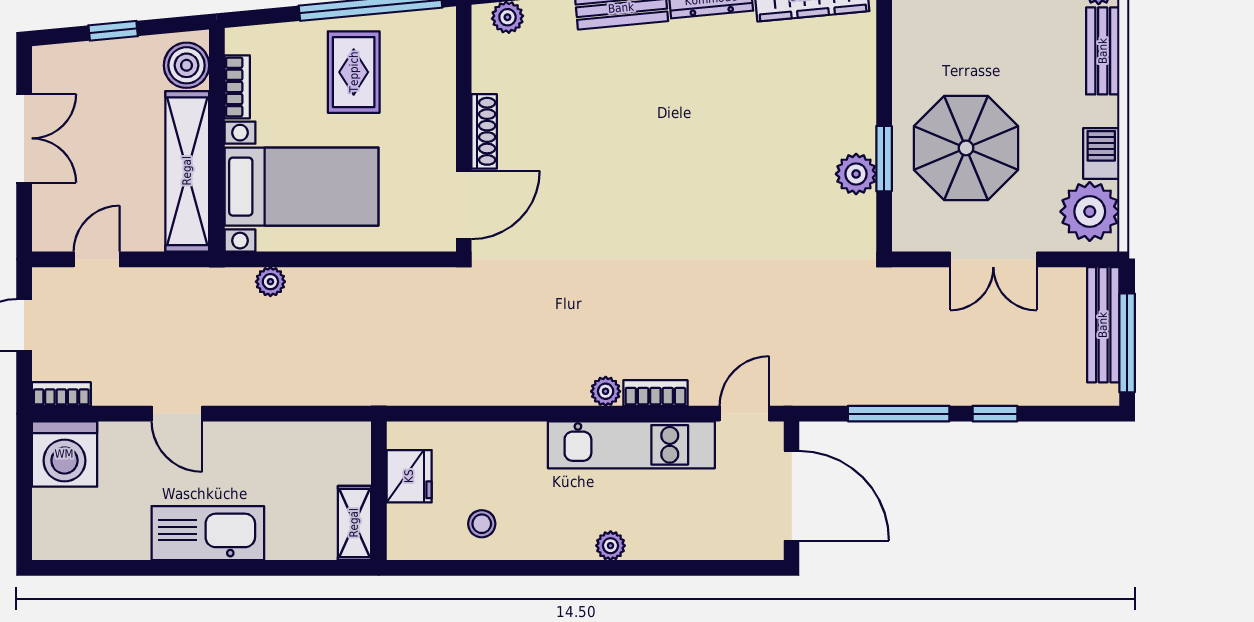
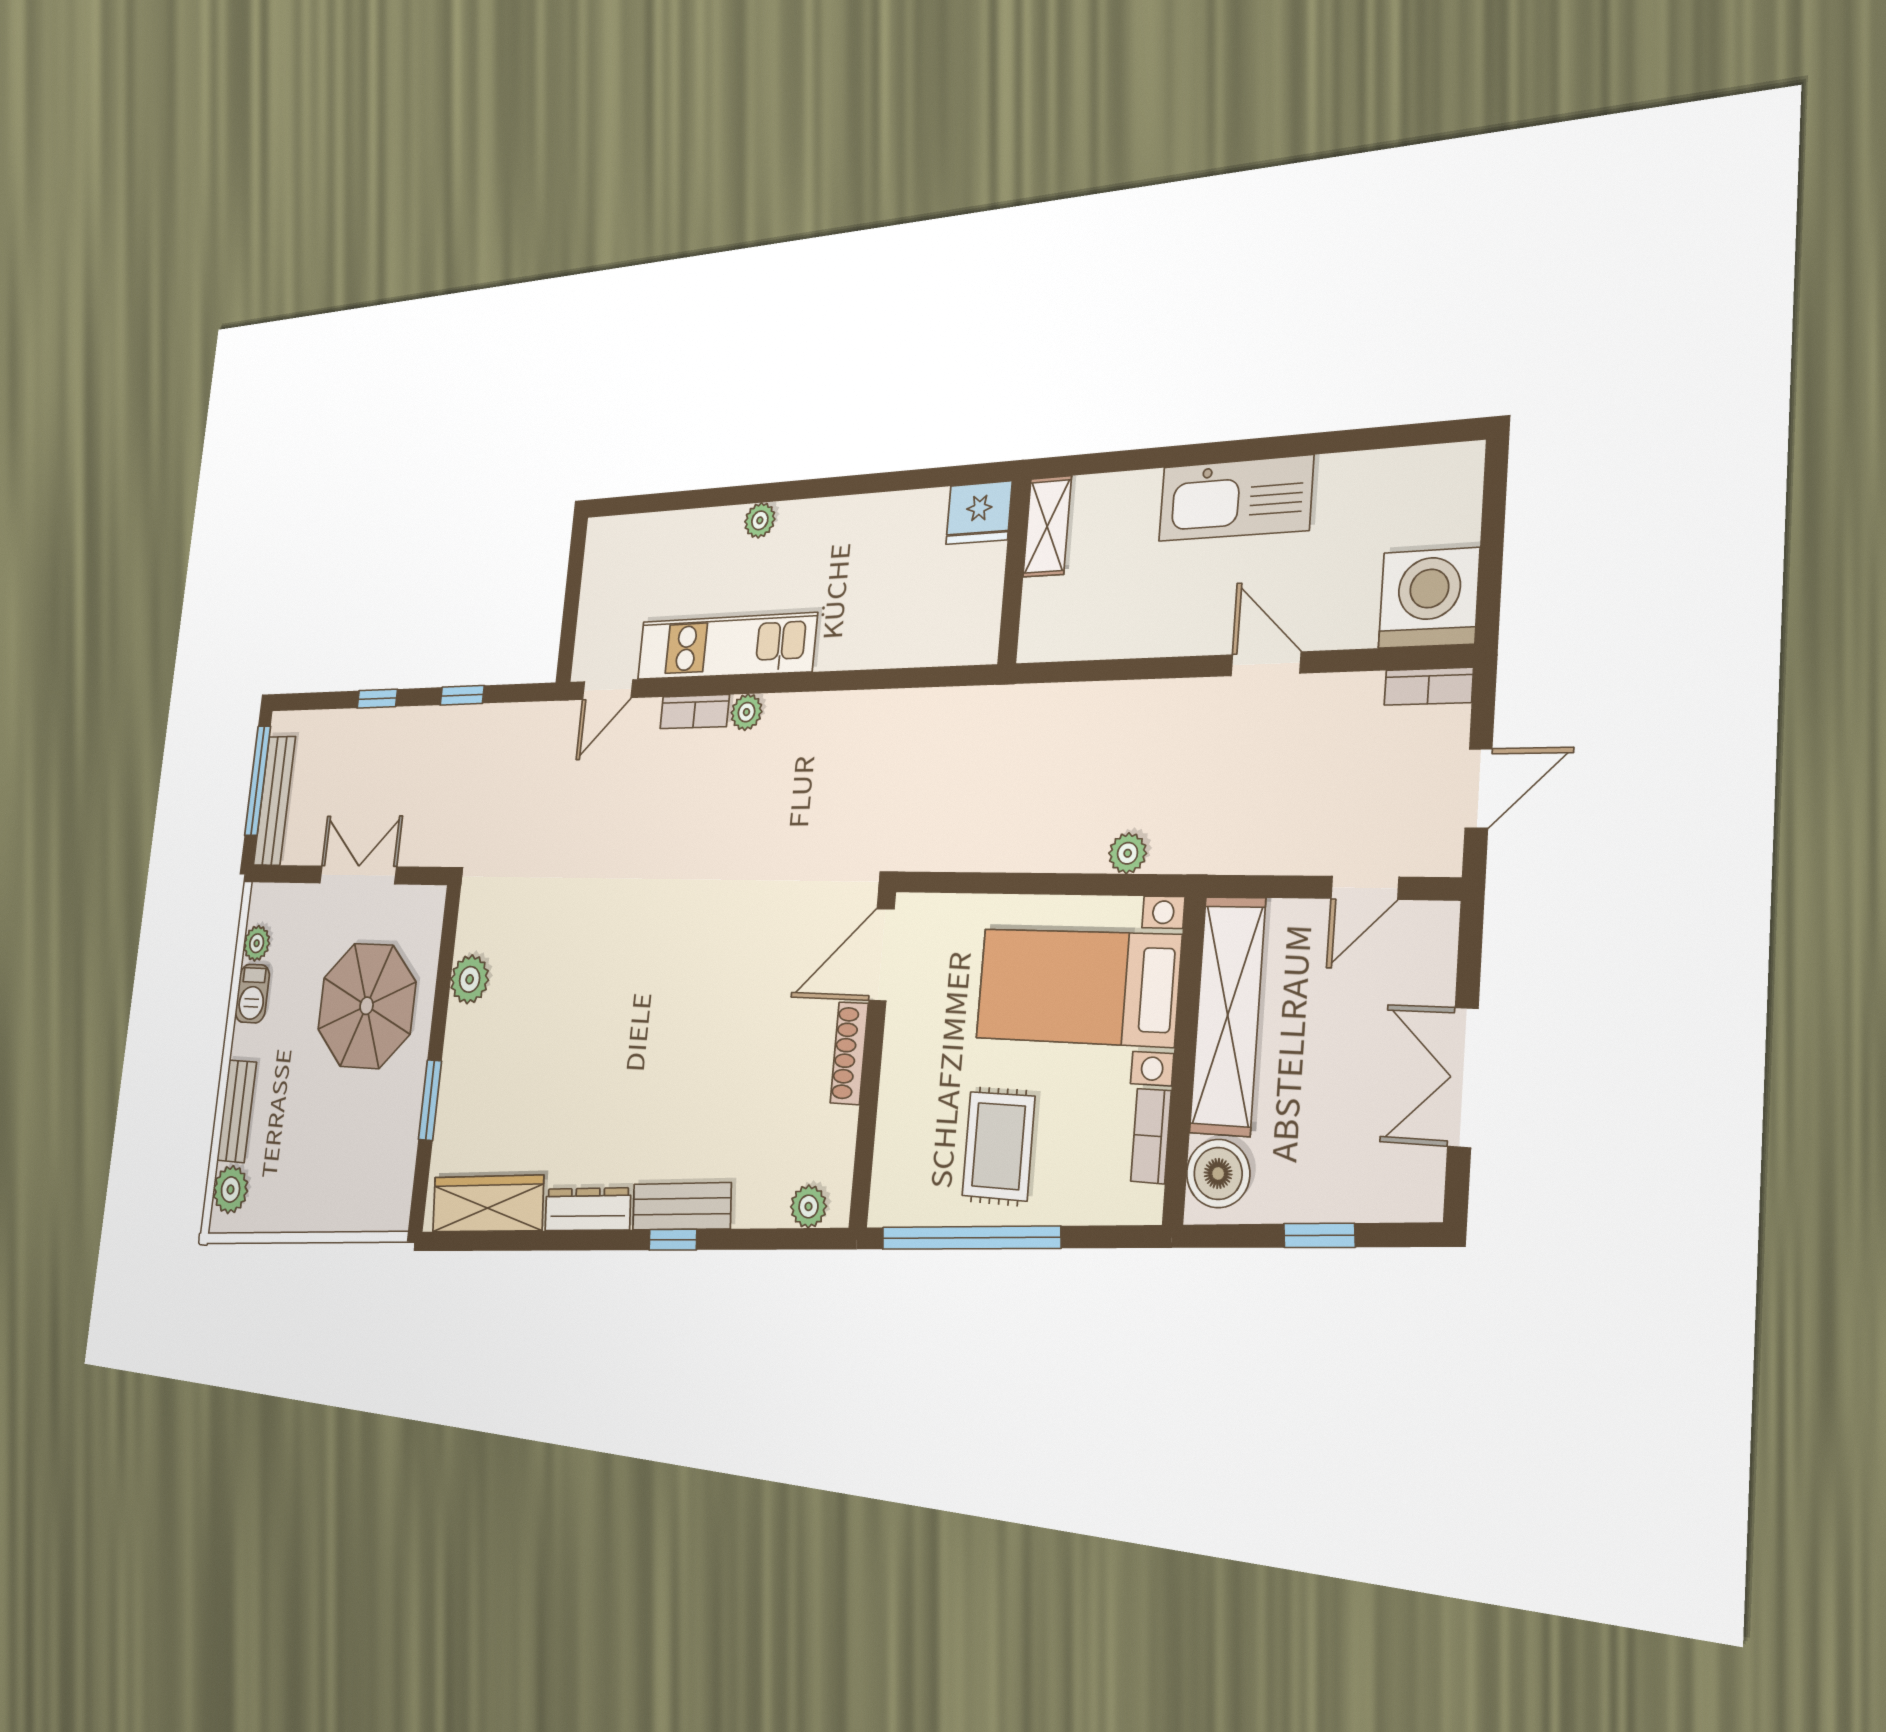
window: (884, 159) -> (430, 1100), moved
plant: (1090, 212) -> (257, 943), width x0.53, depth x0.53
window: (899, 414) -> (462, 695), width x0.46
fridge: (409, 476) -> (979, 513), moved, turned -90
door: (792, 496) -> (572, 594), removed
stool: (482, 524) -> (898, 537), removed

